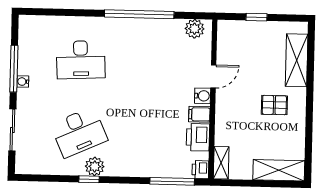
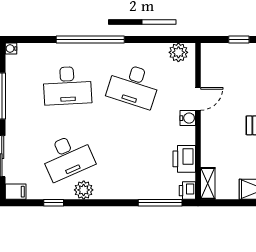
window: (139, 14) -> (90, 39), moved
desk: (148, 61) -> (133, 86), added
water cooler: (23, 82) -> (11, 49), moved
filing cabinet: (199, 114) -> (16, 192), moved, turned 180
window: (89, 179) -> (54, 203), moved

